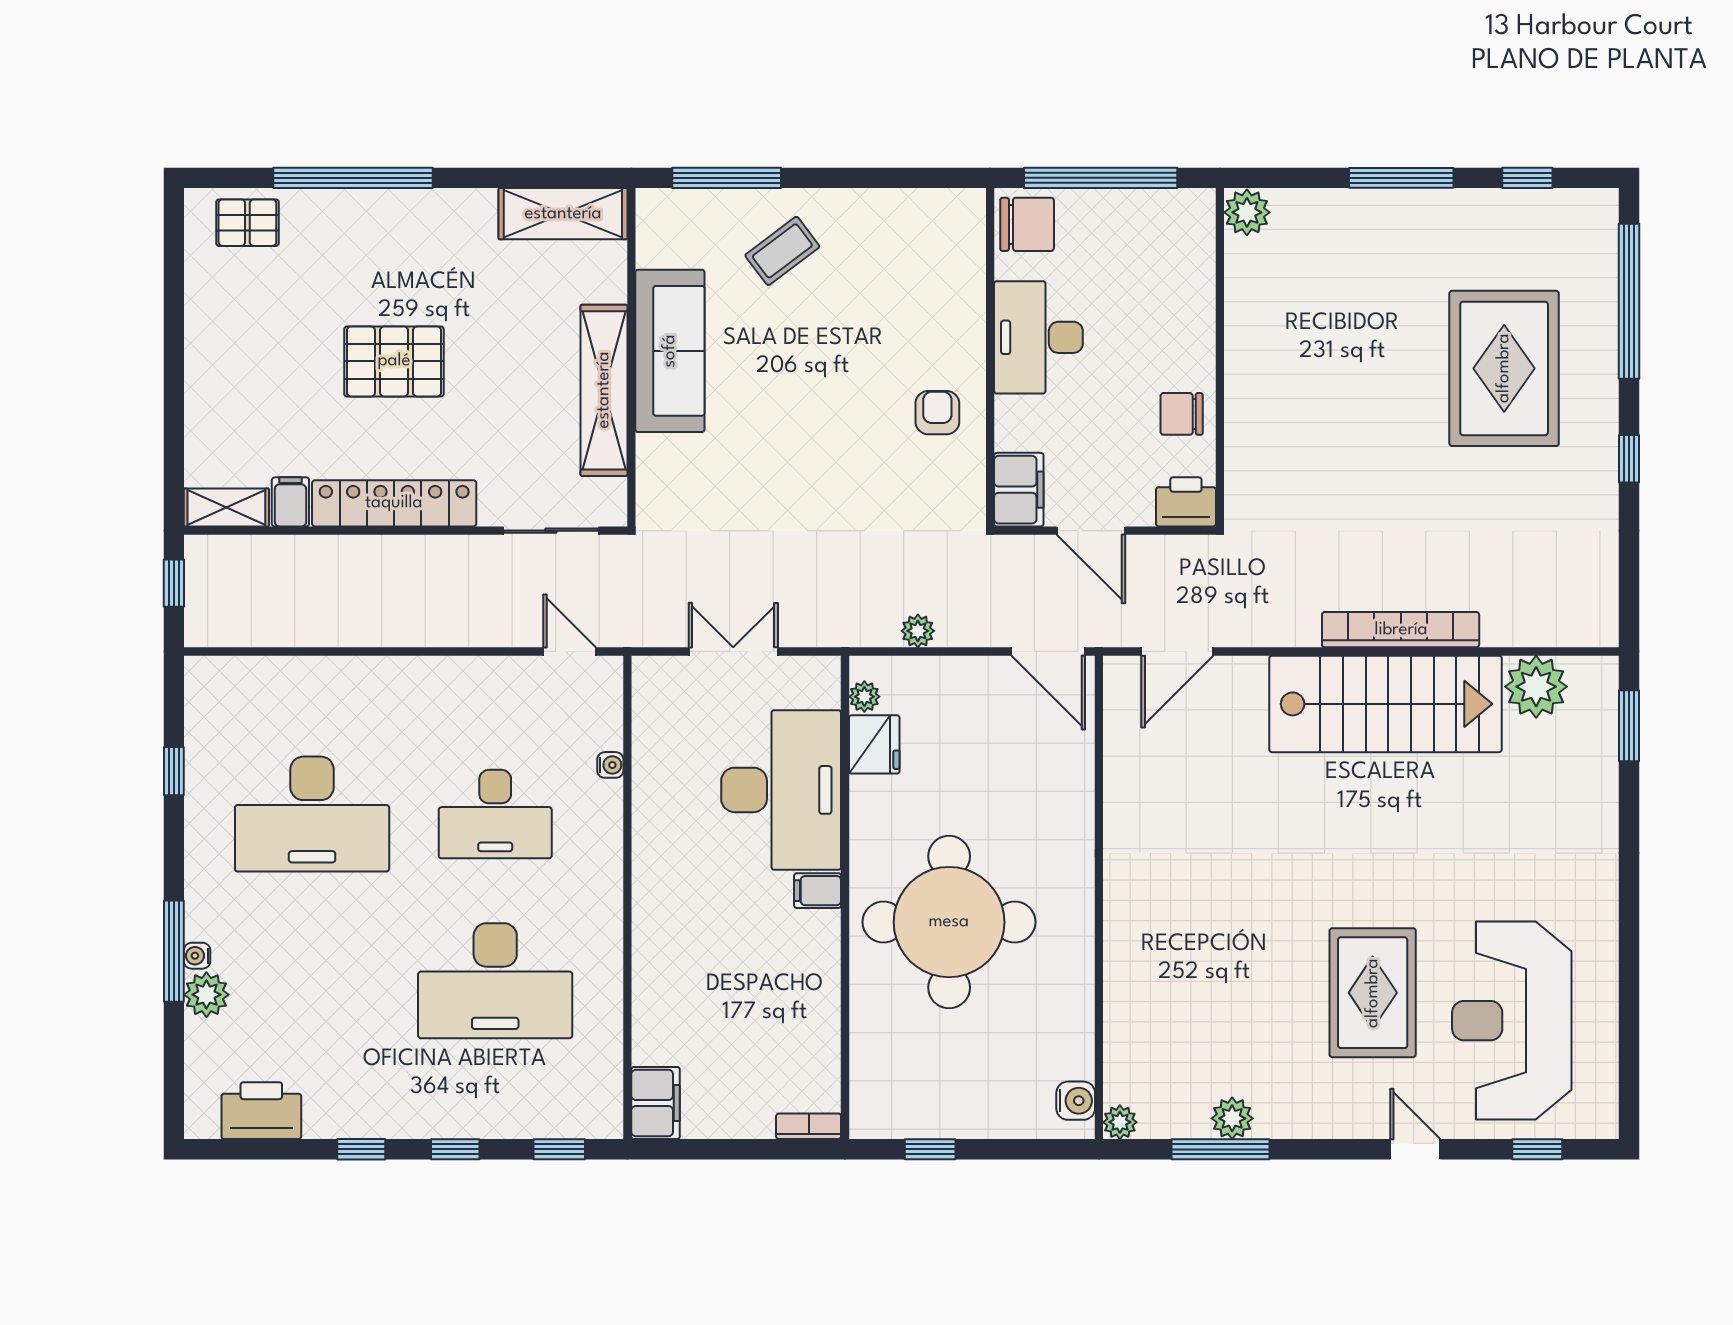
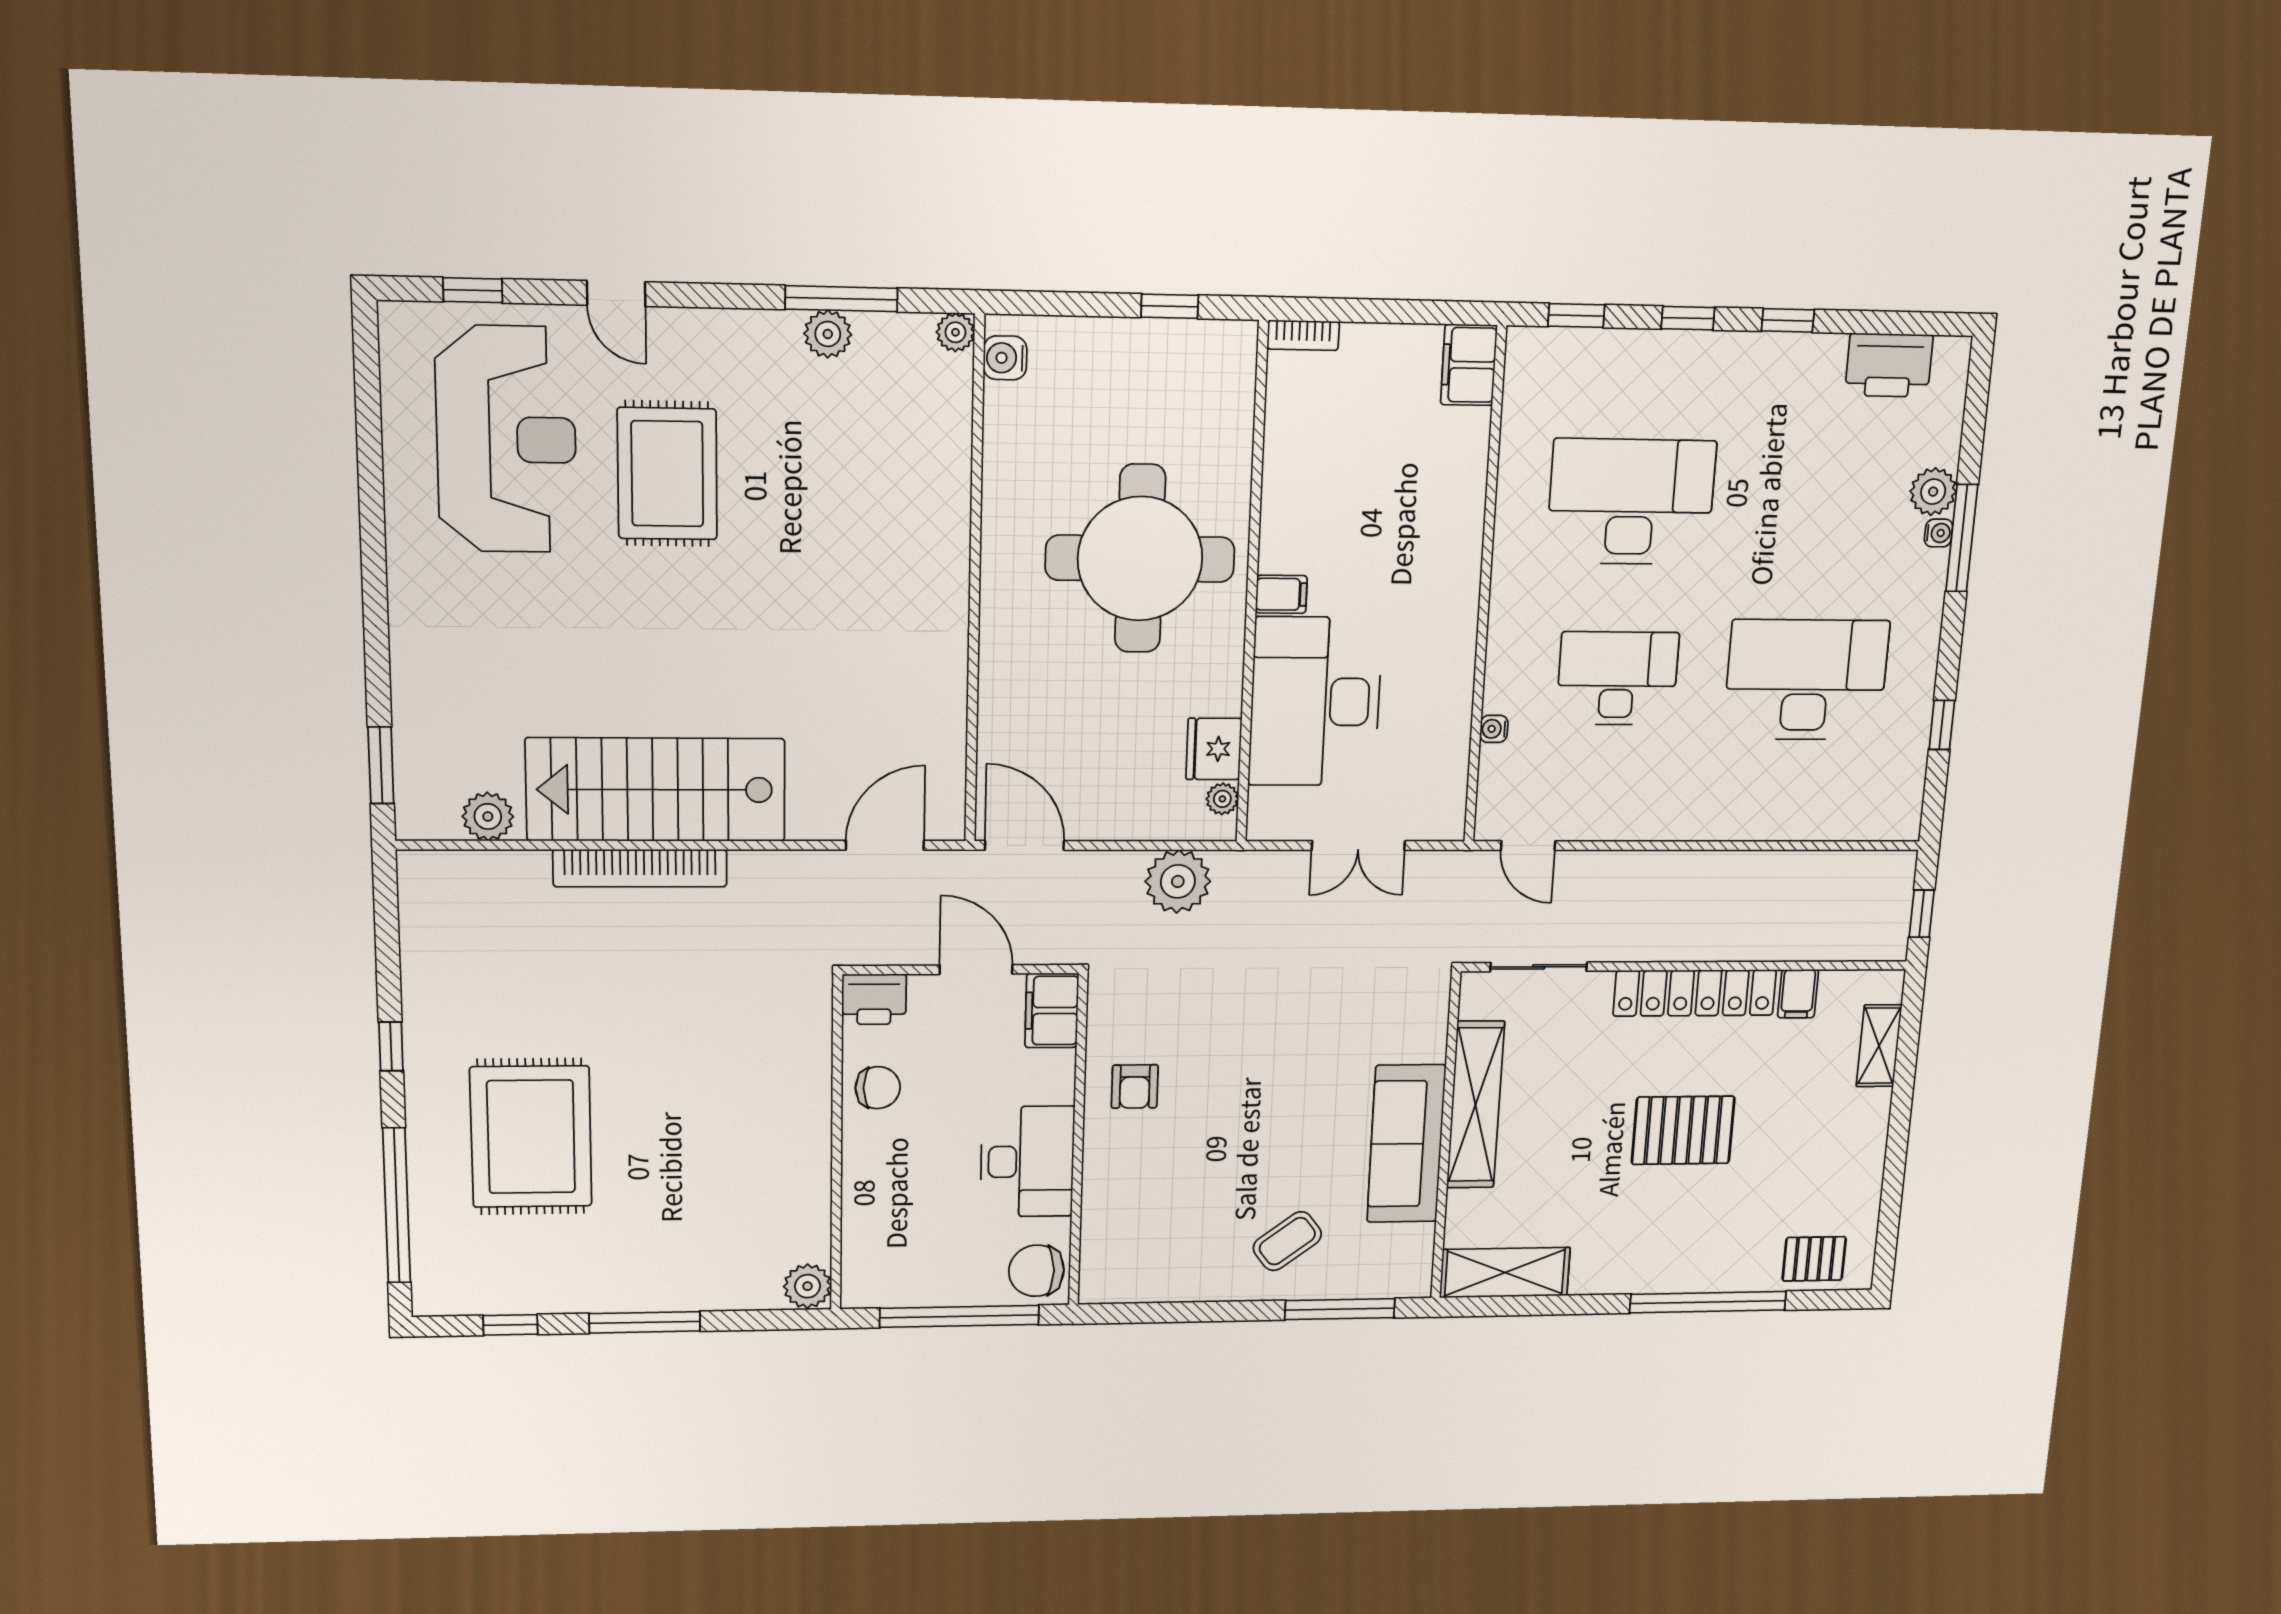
shelving: (226, 507) -> (1879, 1046), moved, turned 90
plant: (918, 631) -> (1178, 881), width x1.88, depth x1.88
plant: (1536, 687) -> (488, 816), width x0.73, depth x0.73

